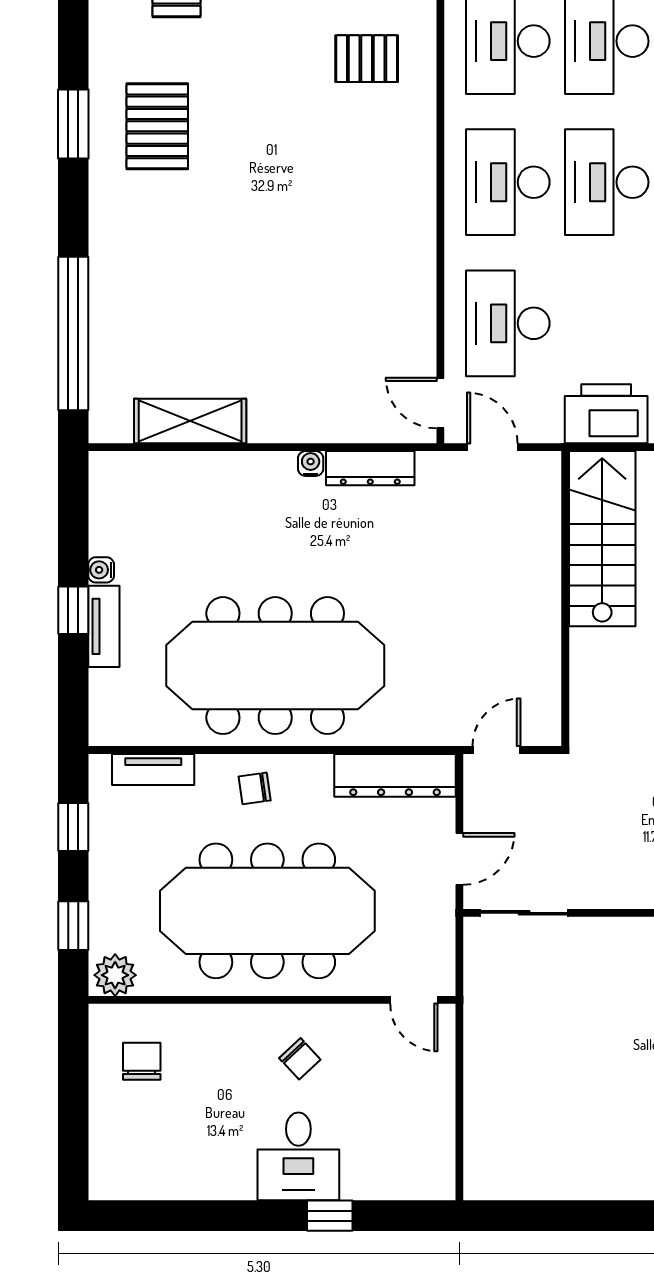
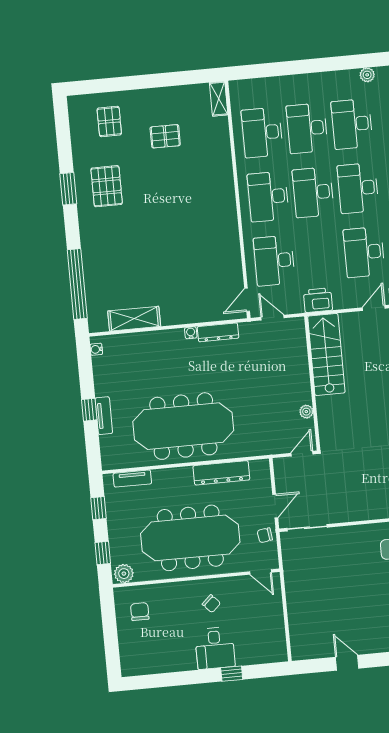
pallet: (367, 59) -> (165, 136), moved
door: (440, 403) -> (247, 300), hinge flipped
printer: (606, 414) -> (318, 300), width x0.73, depth x0.84
water cooler: (101, 570) -> (96, 349), moved
plant: (547, 659) -> (306, 412), added
door: (496, 750) -> (302, 454), moved
dresser: (395, 775) -> (221, 473), moved
chair: (255, 788) -> (265, 535), moved
door: (584, 1216) -> (347, 663), added

